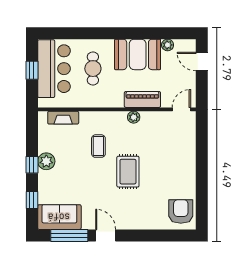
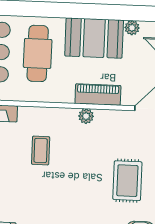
cafe table: (93, 69) -> (38, 53), width x1.37, depth x1.35
rug: (128, 172) -> (127, 181), moved

